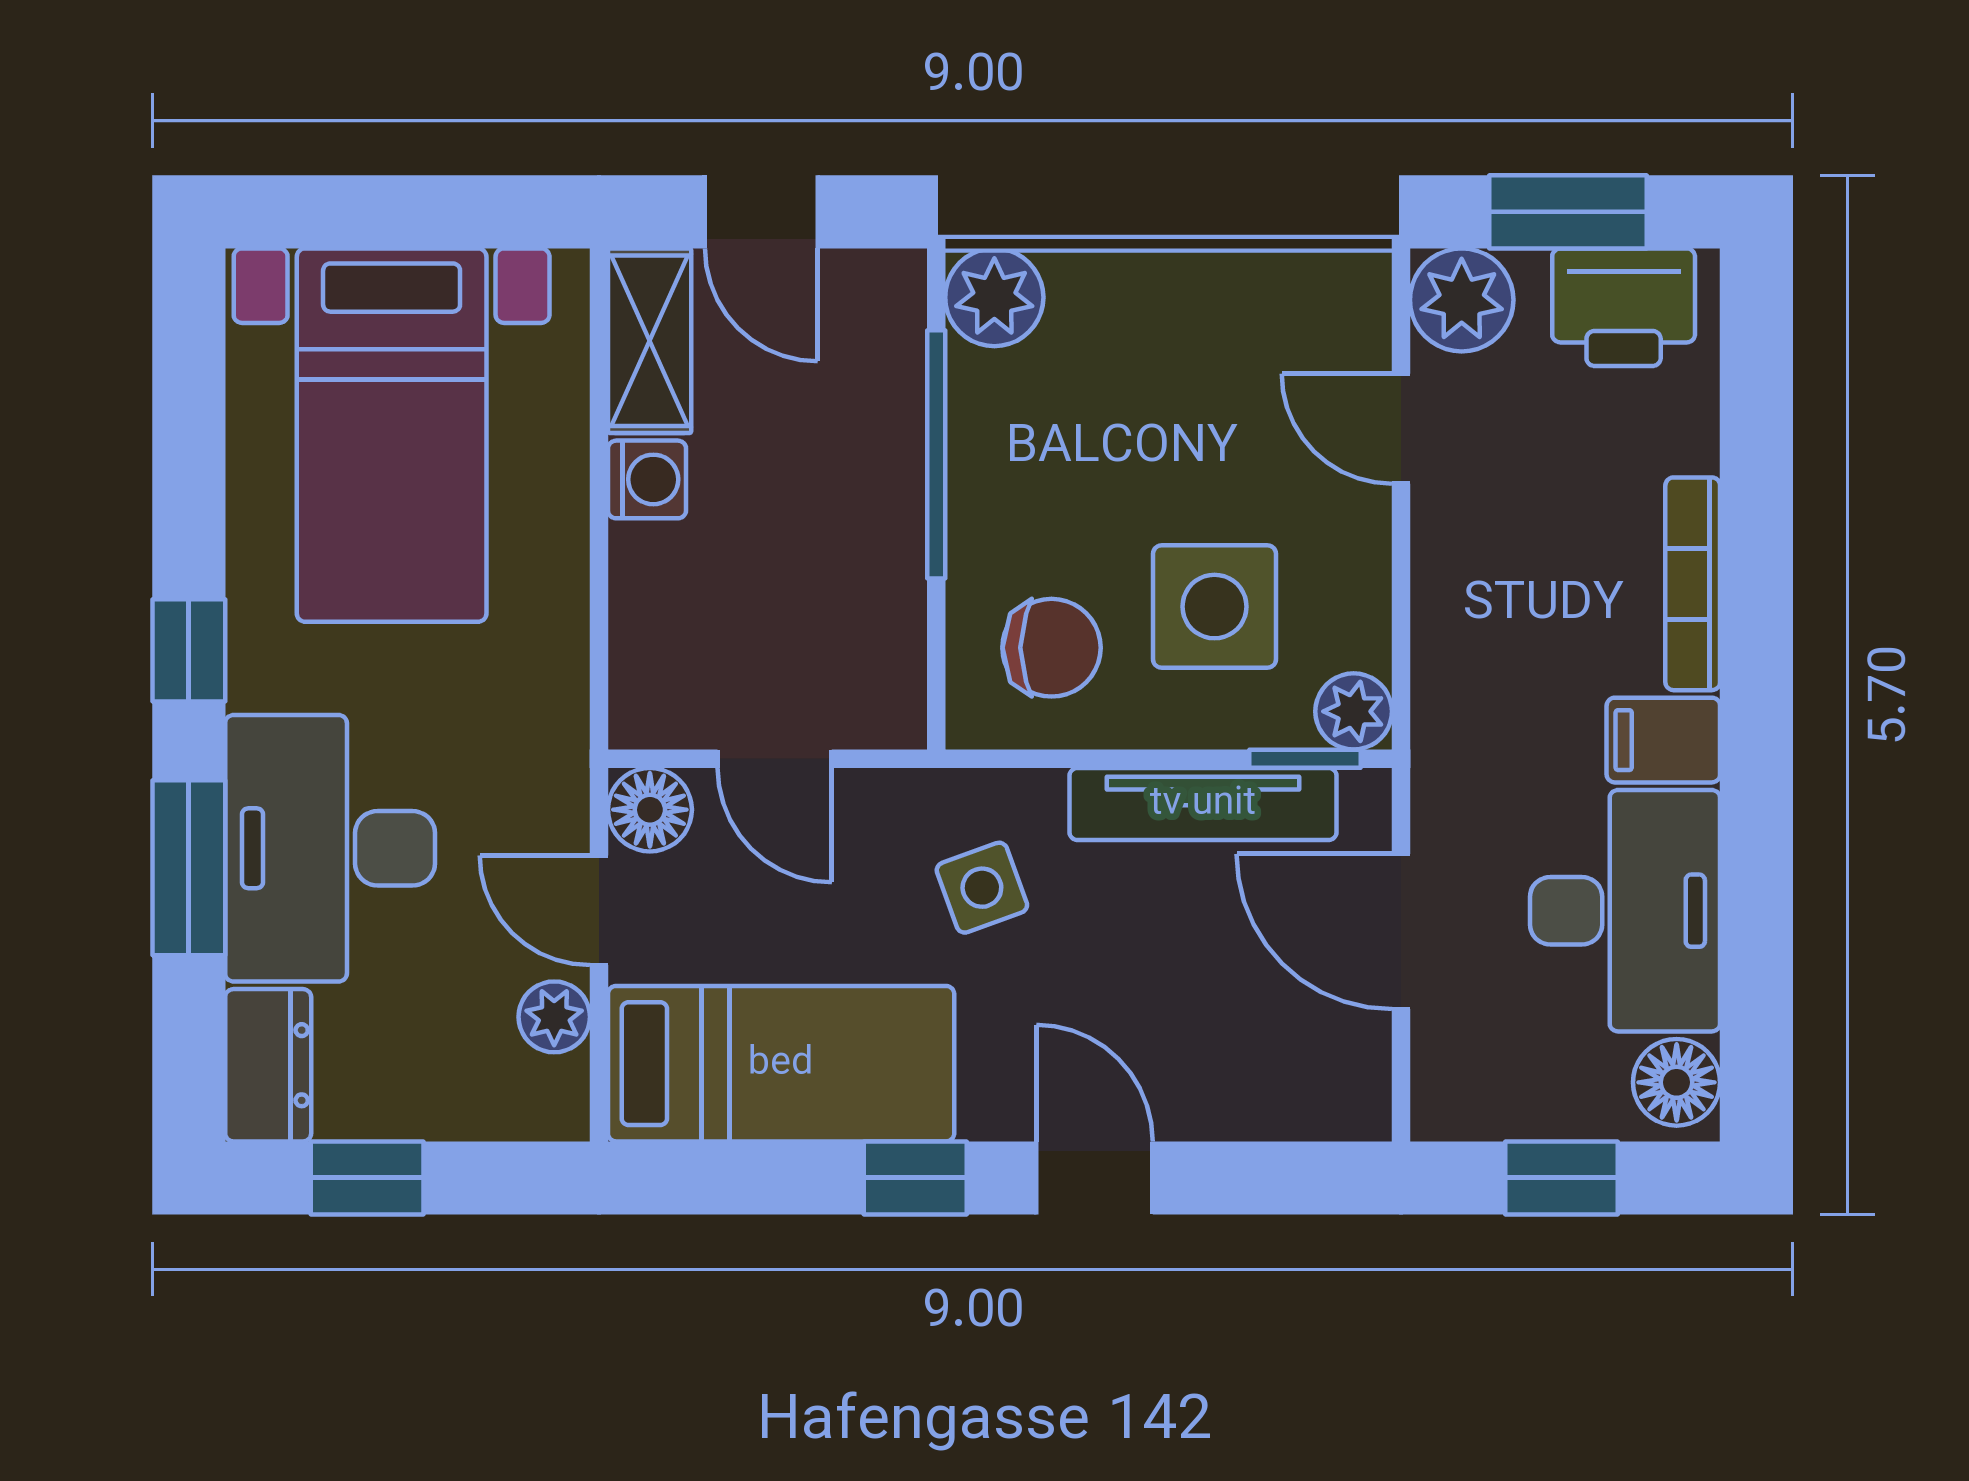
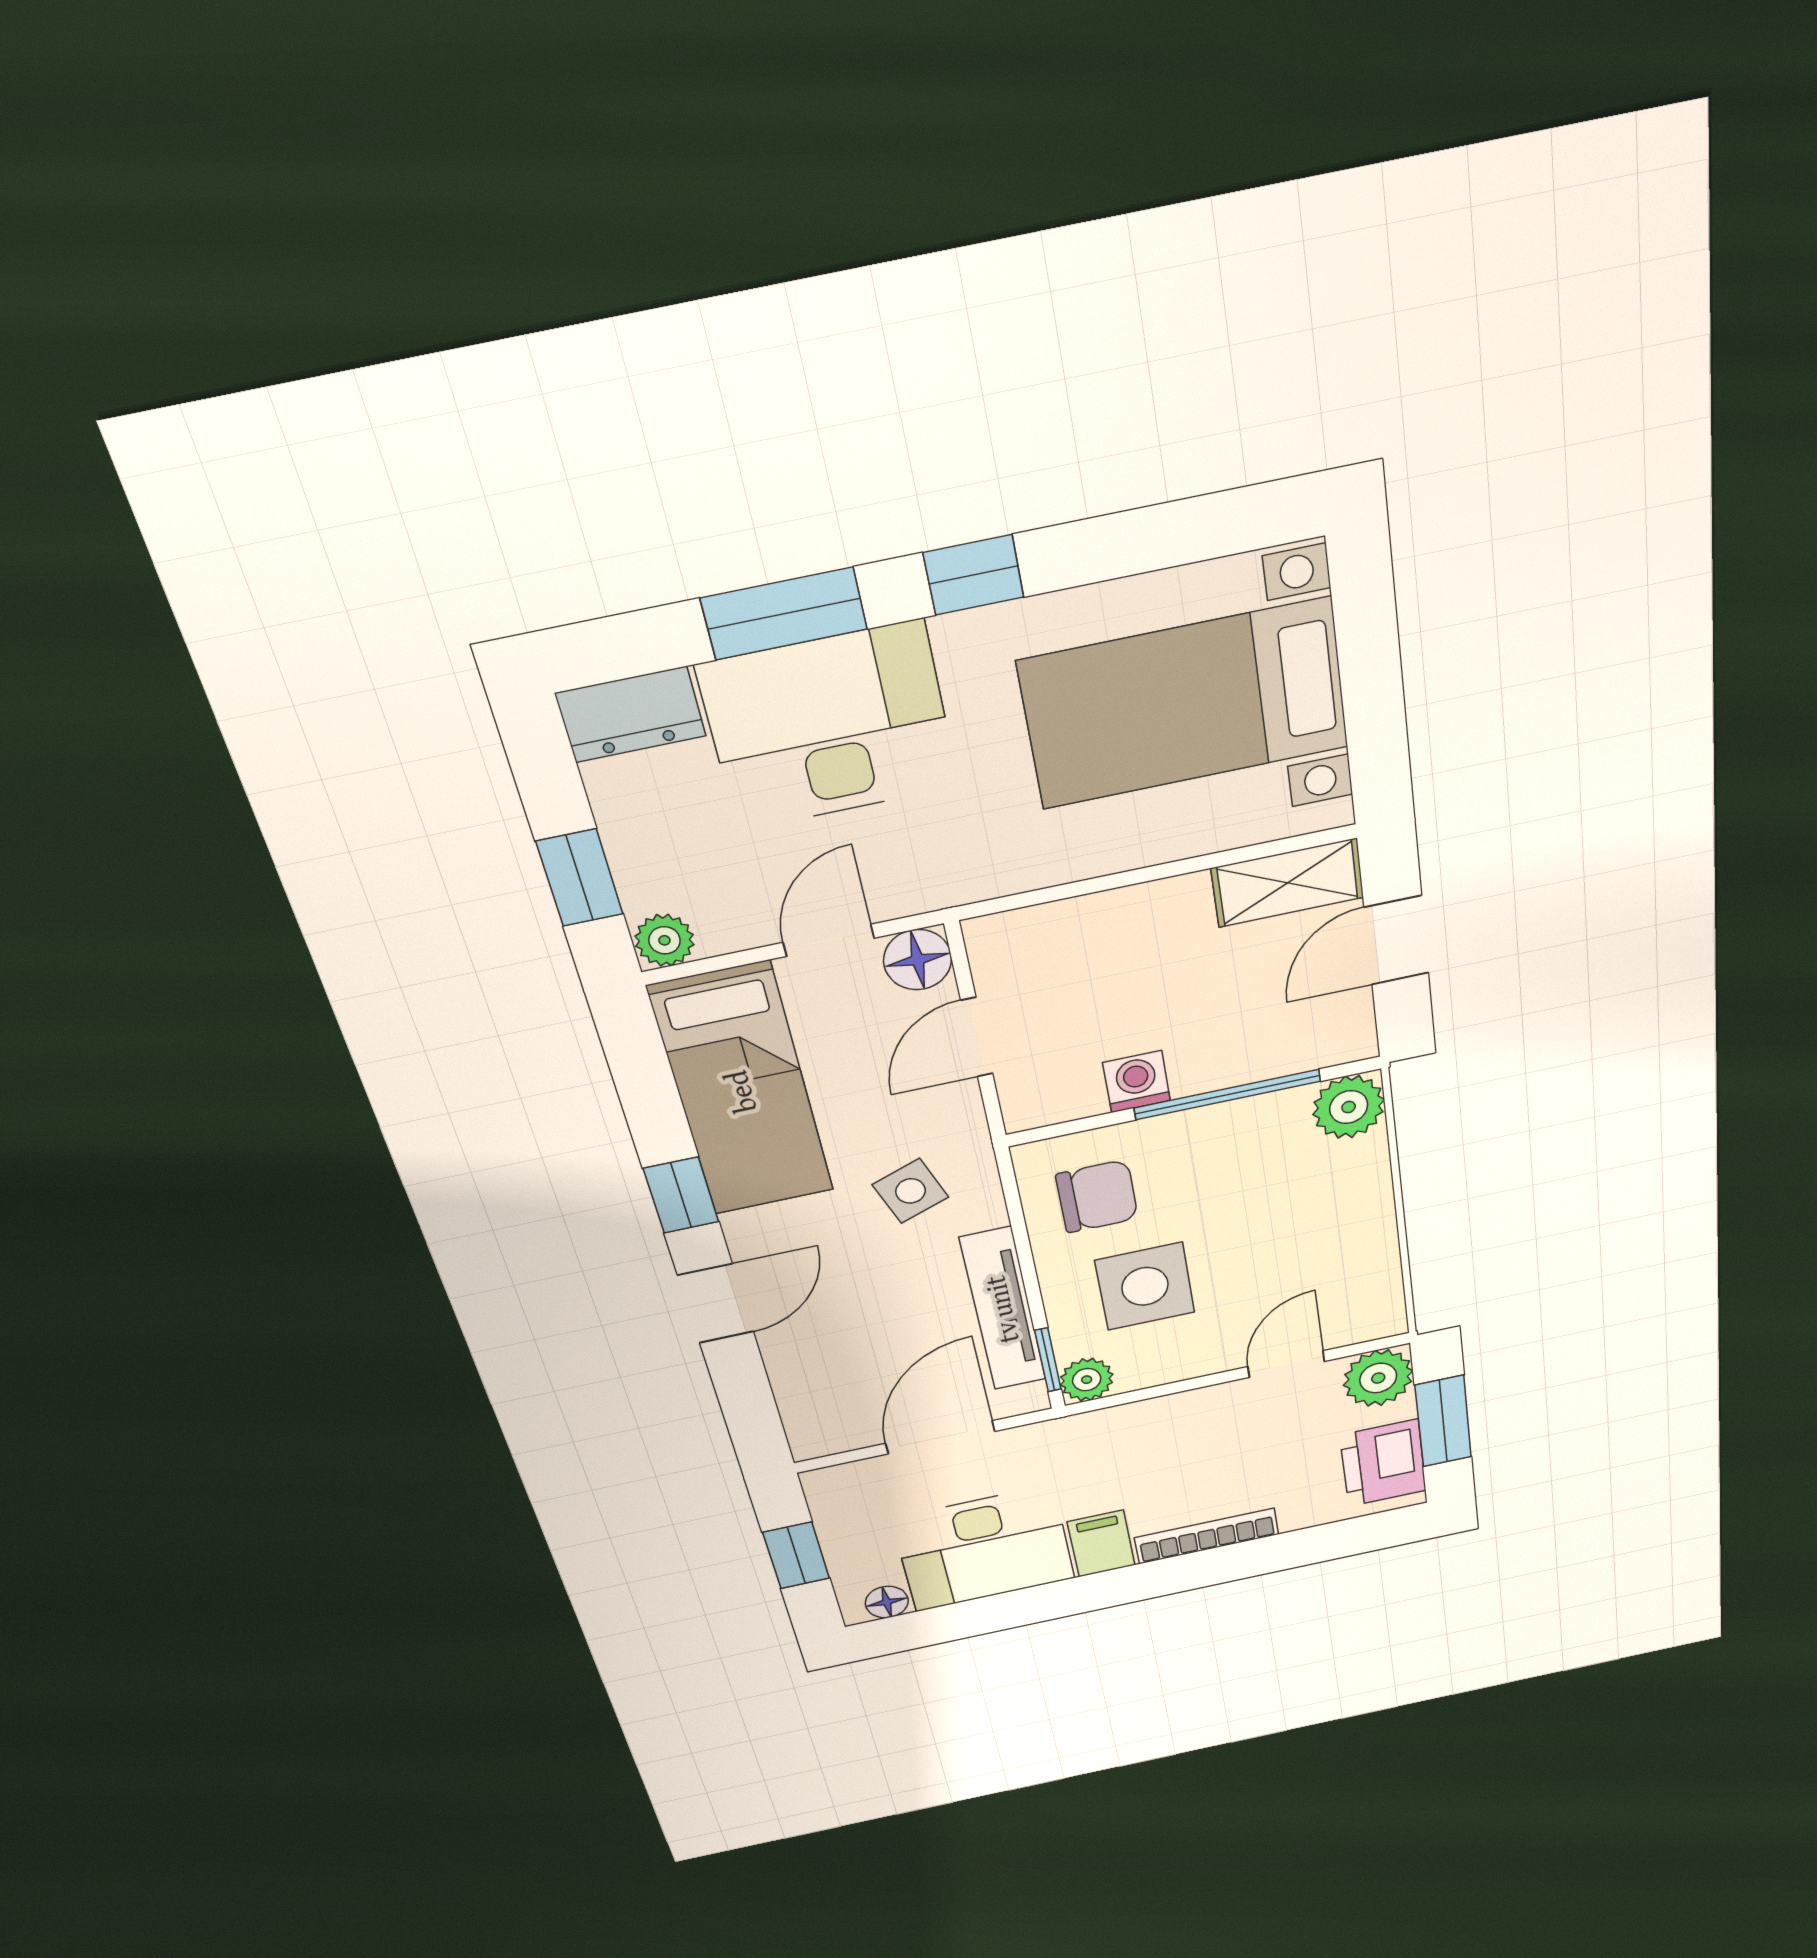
washing machine: (647, 479) -> (1137, 1082), moved, turned 180
chair: (1052, 648) -> (1097, 1196), turned -90
plant: (554, 1017) -> (664, 940), moved
floor lamp: (1677, 1082) -> (887, 1602), width x0.73, depth x0.73
window: (367, 1178) -> (580, 878), moved

